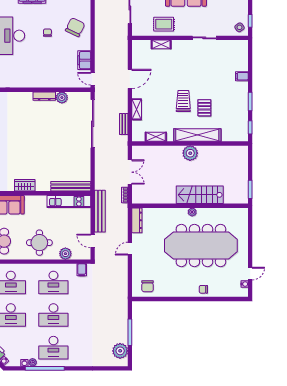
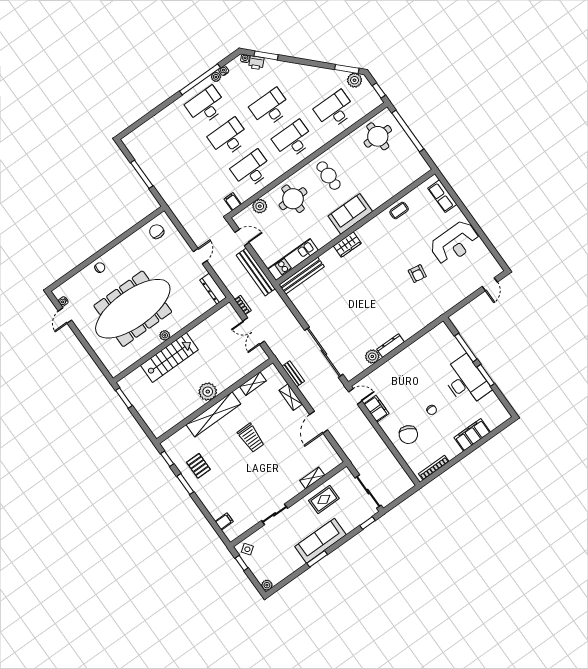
filing cabinet: (242, 76) -> (224, 521), moved
pallet: (204, 108) -> (198, 466), moved
plant: (120, 351) -> (138, 149), removed

